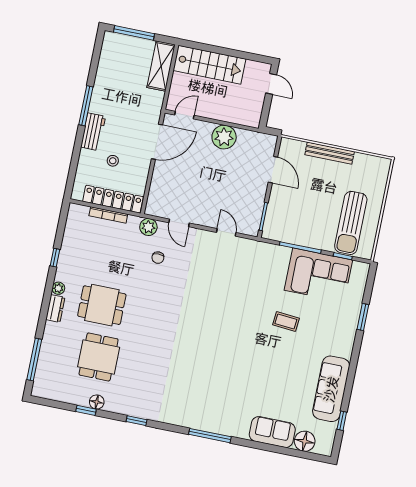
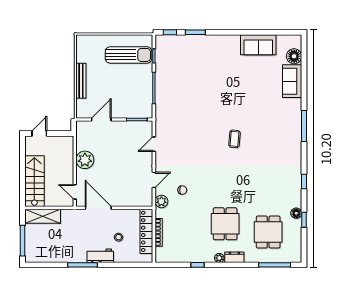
corner sofa: (318, 275) -> (171, 71), removed
coffee table: (286, 321) -> (235, 139), moved
dining table: (99, 357) -> (268, 232), moved, turned 90
sofa: (331, 389) -> (258, 45), width x0.73
window: (342, 421) -> (170, 32), moved

